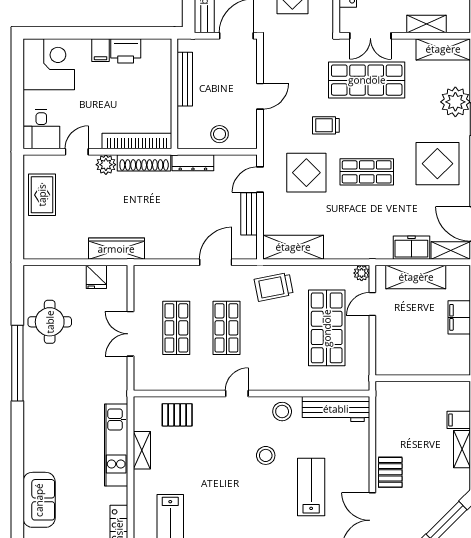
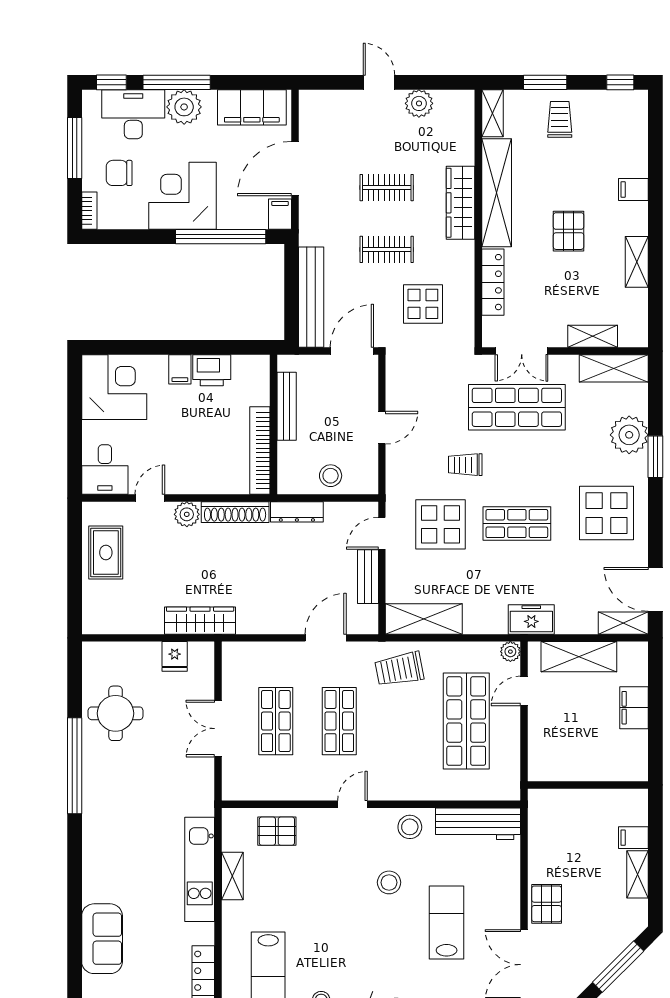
bookcase: (137, 141) -> (260, 451), moved, turned -90
freezer: (411, 248) -> (531, 619), moved

